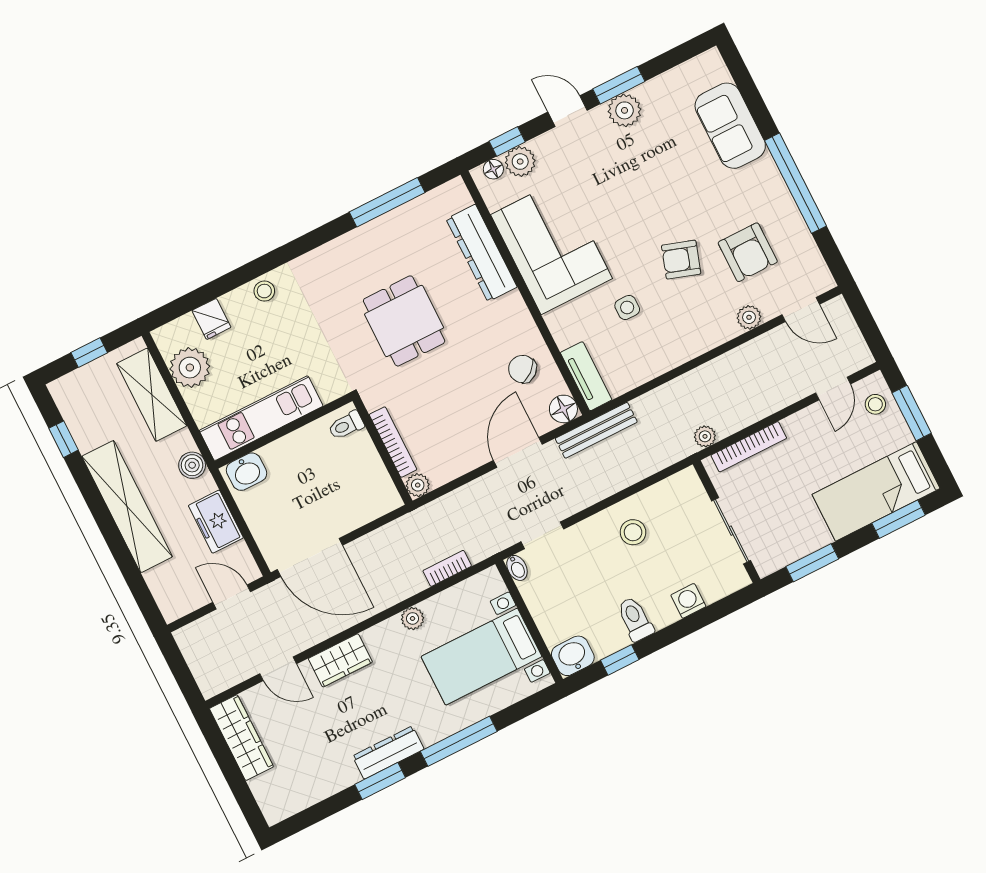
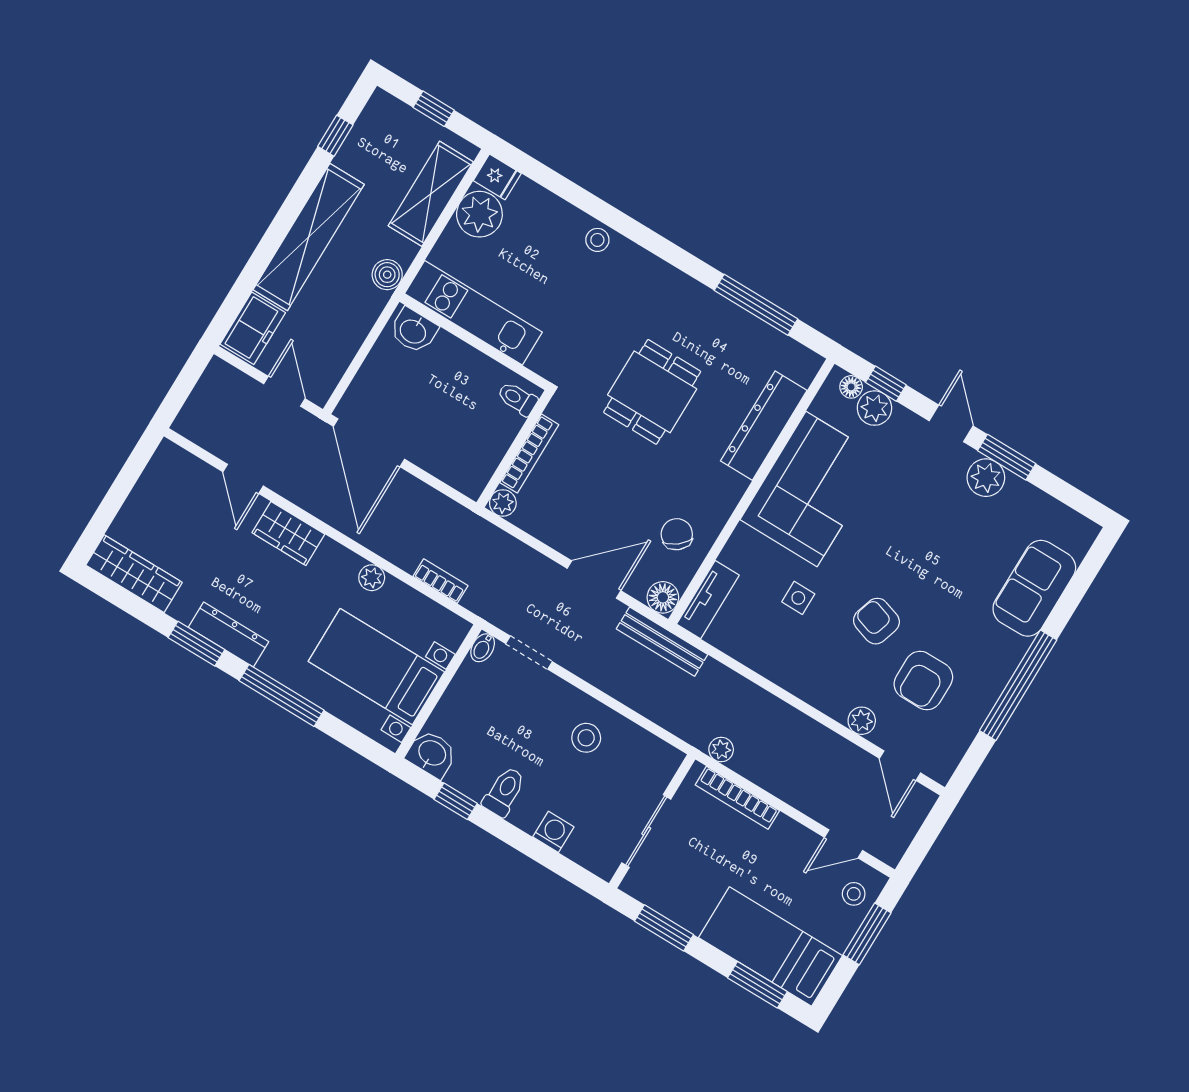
fridge: (211, 319) -> (497, 177), moved, turned -90
freezer: (216, 522) -> (253, 328), moved, turned 180
wardrobe: (241, 738) -> (134, 574), moved, turned -90

